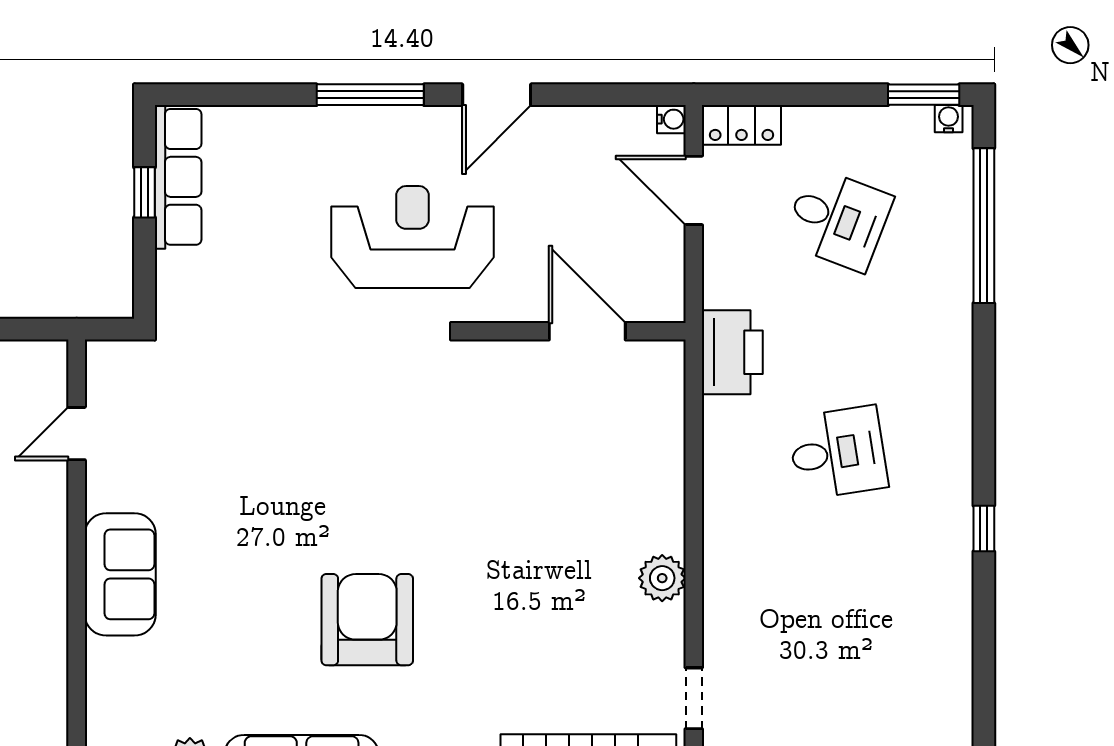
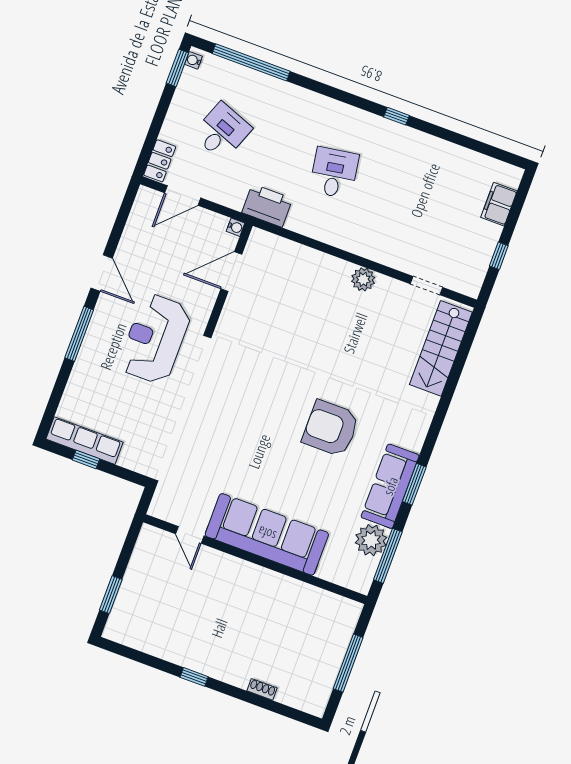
water cooler: (671, 119) -> (236, 227), moved, turned 90
sofa: (120, 574) -> (267, 534), width x1.85, depth x1.27

